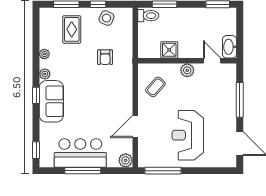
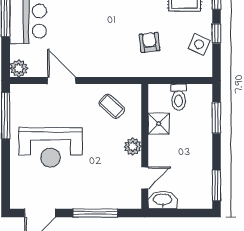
toilet: (148, 16) -> (179, 97), moved
armchair: (105, 57) -> (149, 42), turned 83
reception desk: (188, 135) -> (50, 147), turned 180

